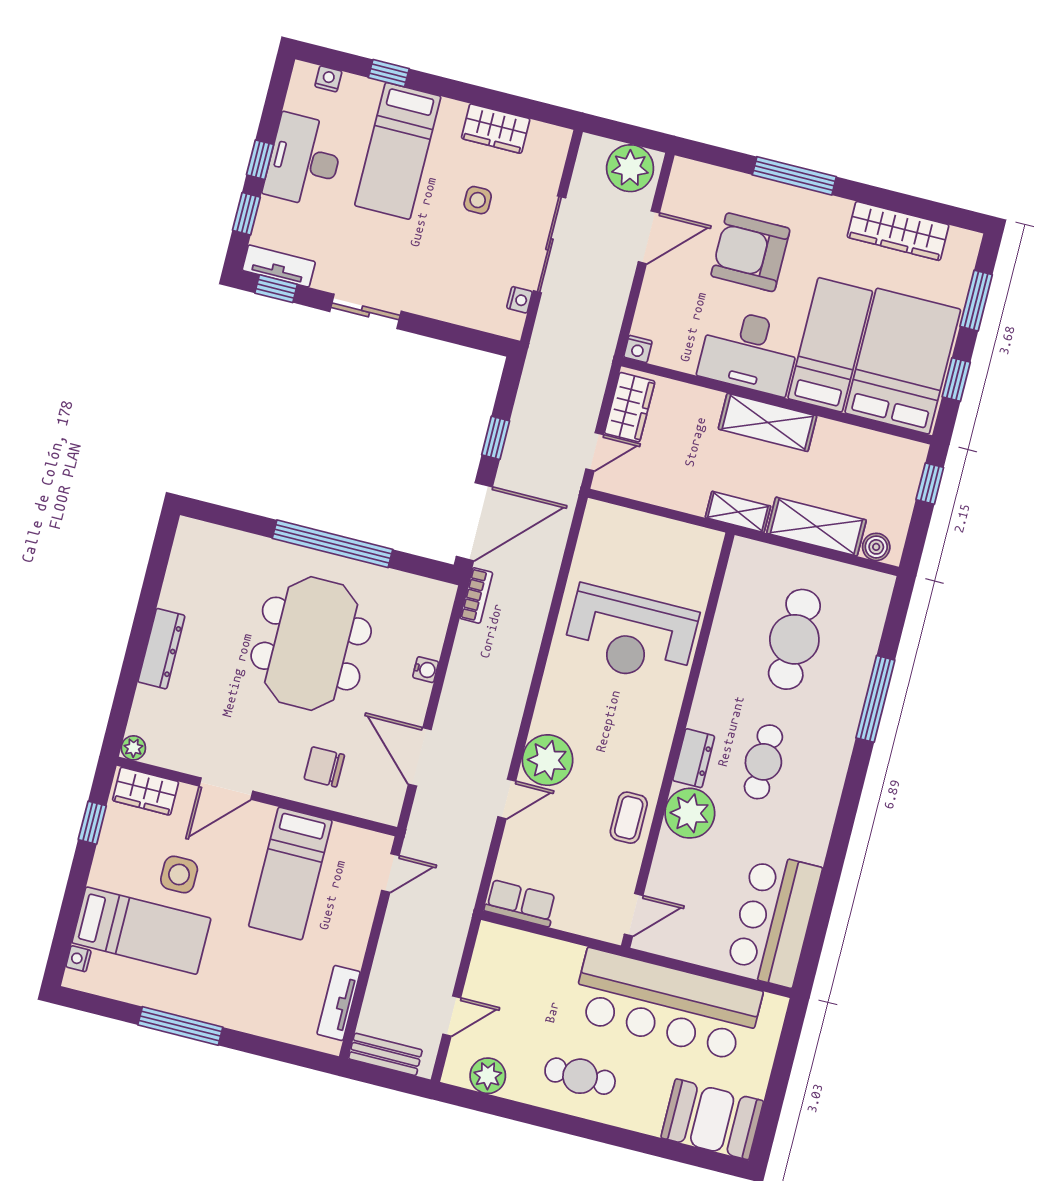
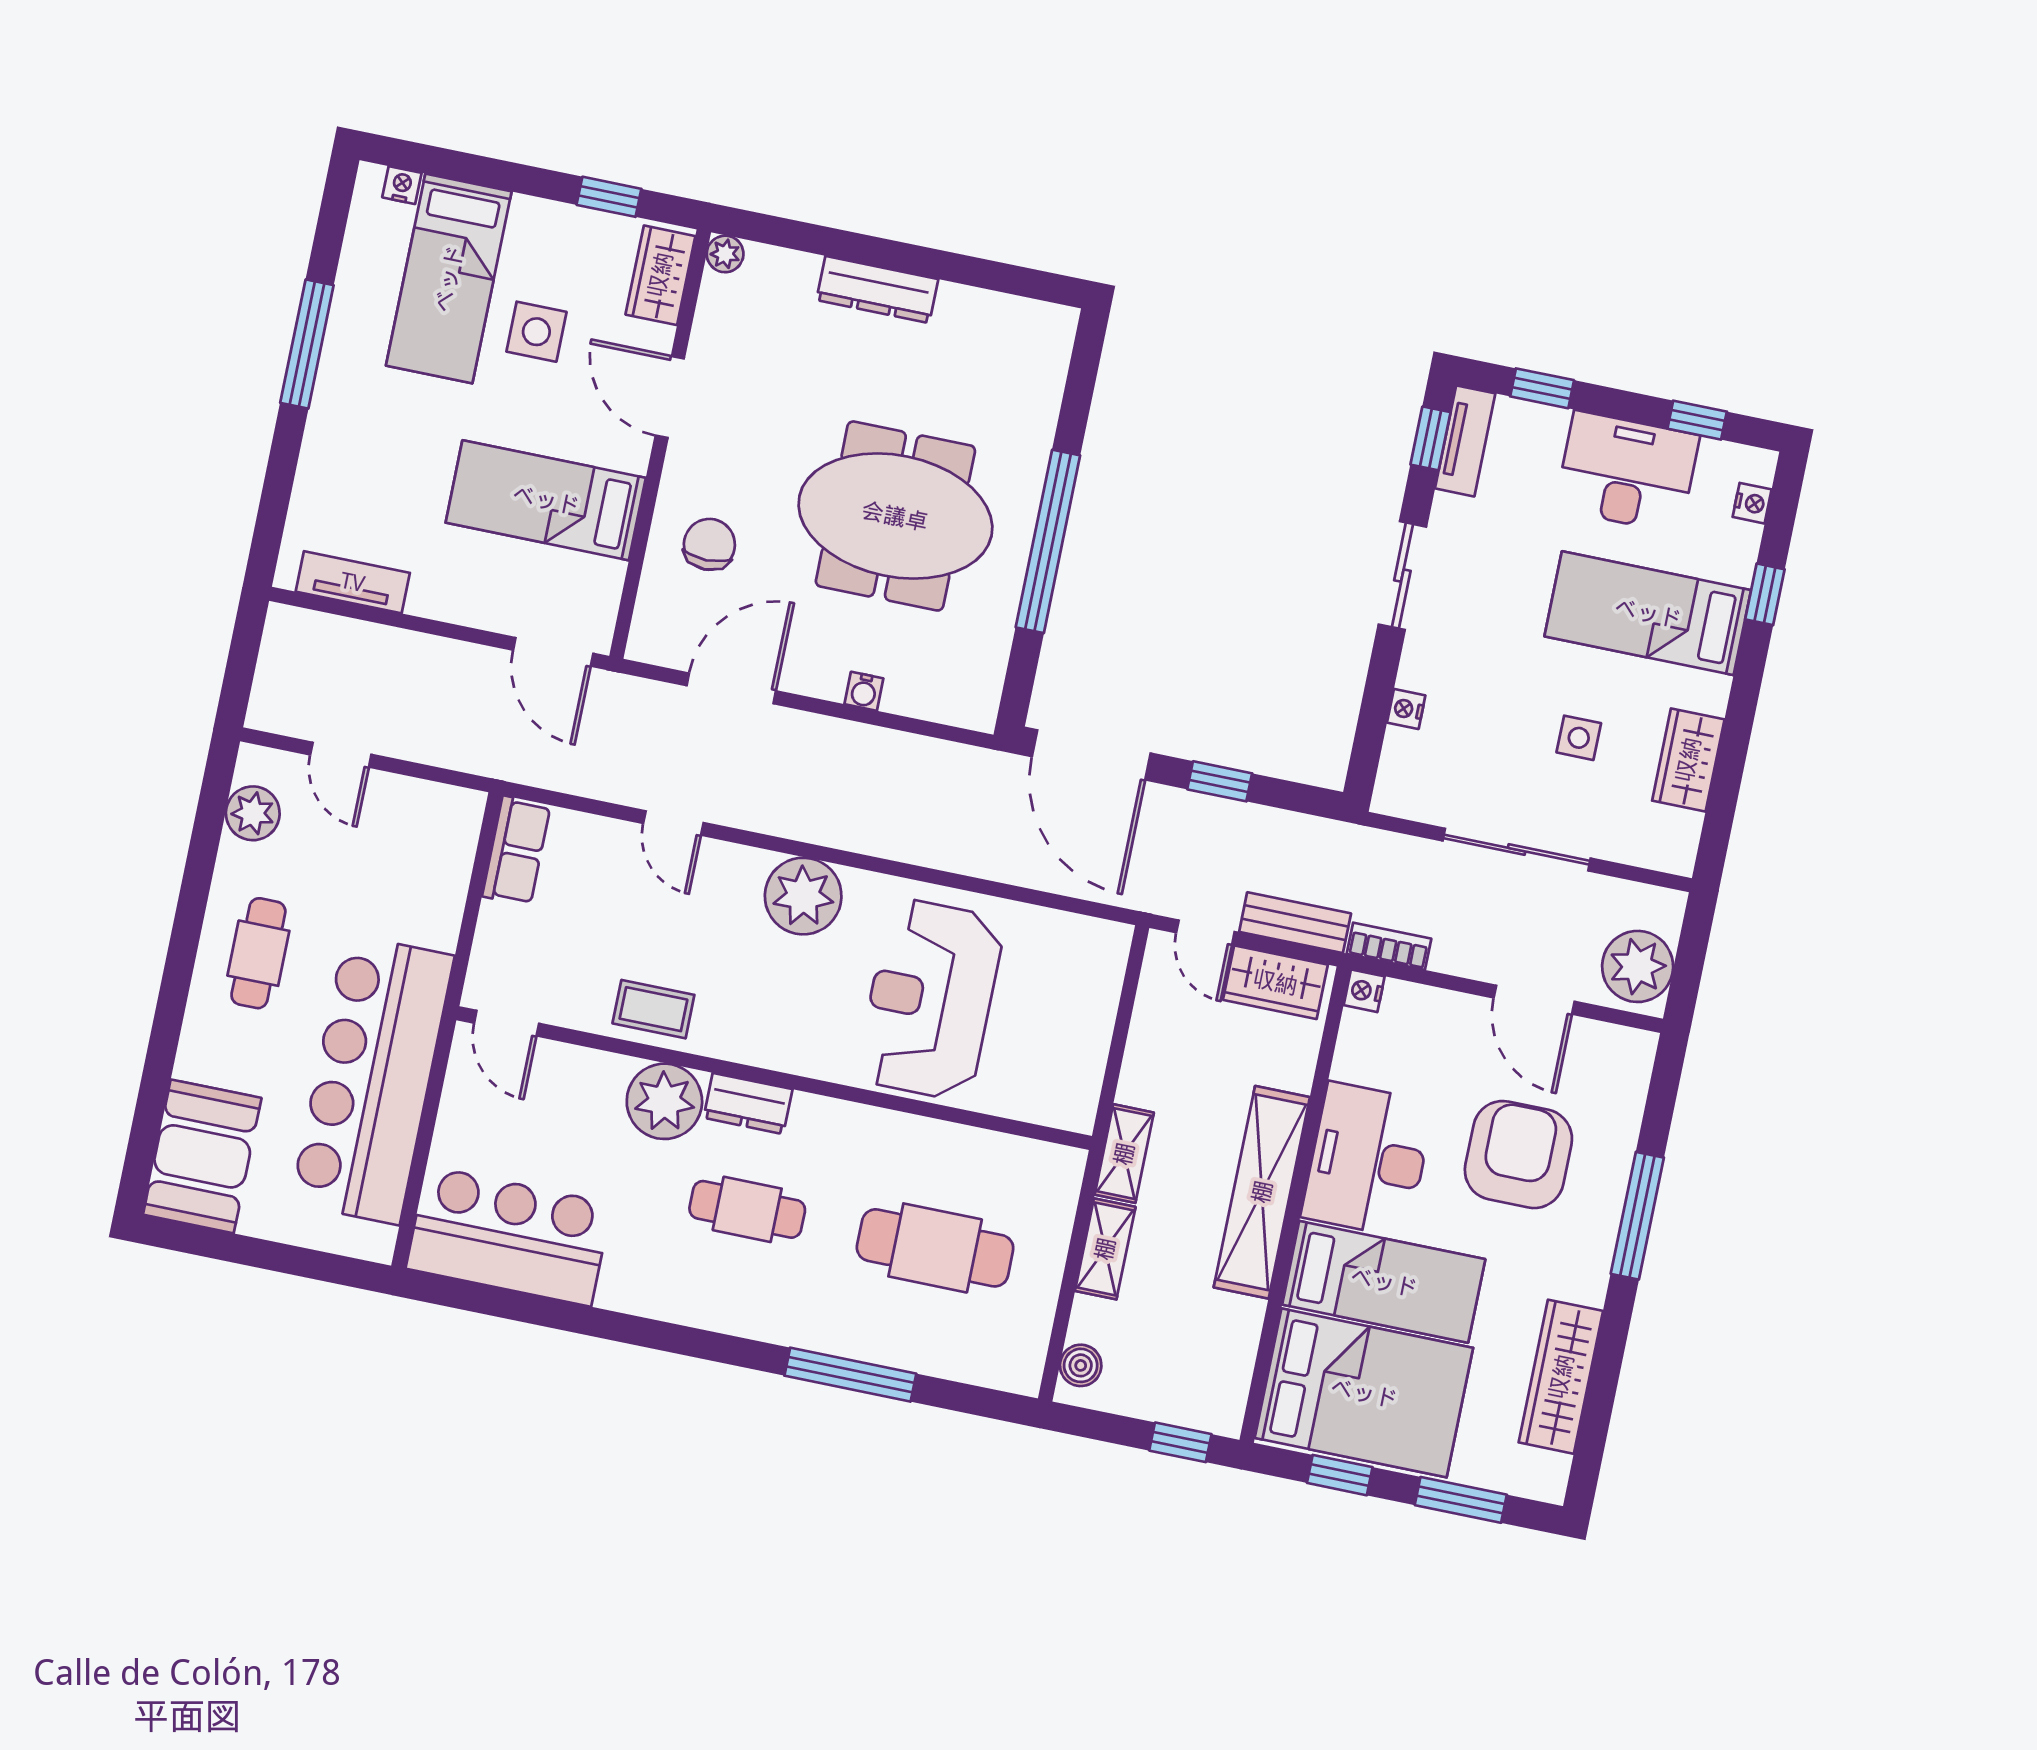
window: (260, 160) -> (1697, 420), moved
nightstand: (520, 300) -> (1406, 709), moved, turned 90
shelving: (768, 422) -> (1262, 1192), width x1.47
shelving: (816, 527) -> (1105, 1249), width x0.67, depth x0.75
bookcase: (476, 595) -> (1389, 946), moved, turned 180
plant: (547, 760) -> (803, 896), moved
door: (390, 873) -> (553, 652), width x1.37
bench: (385, 1054) -> (1295, 923), moved, turned 90

